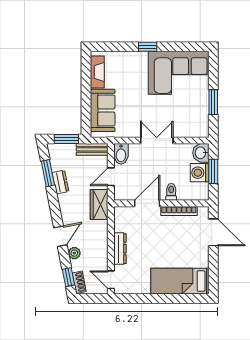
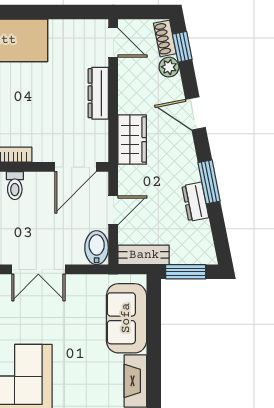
window: (48, 173) -> (209, 182), moved
door: (147, 203) -> (75, 167), moved
wardrobe: (99, 205) -> (132, 140), moved
door: (60, 236) -> (195, 113), hinge flipped
plant: (74, 253) -> (169, 67), moved

